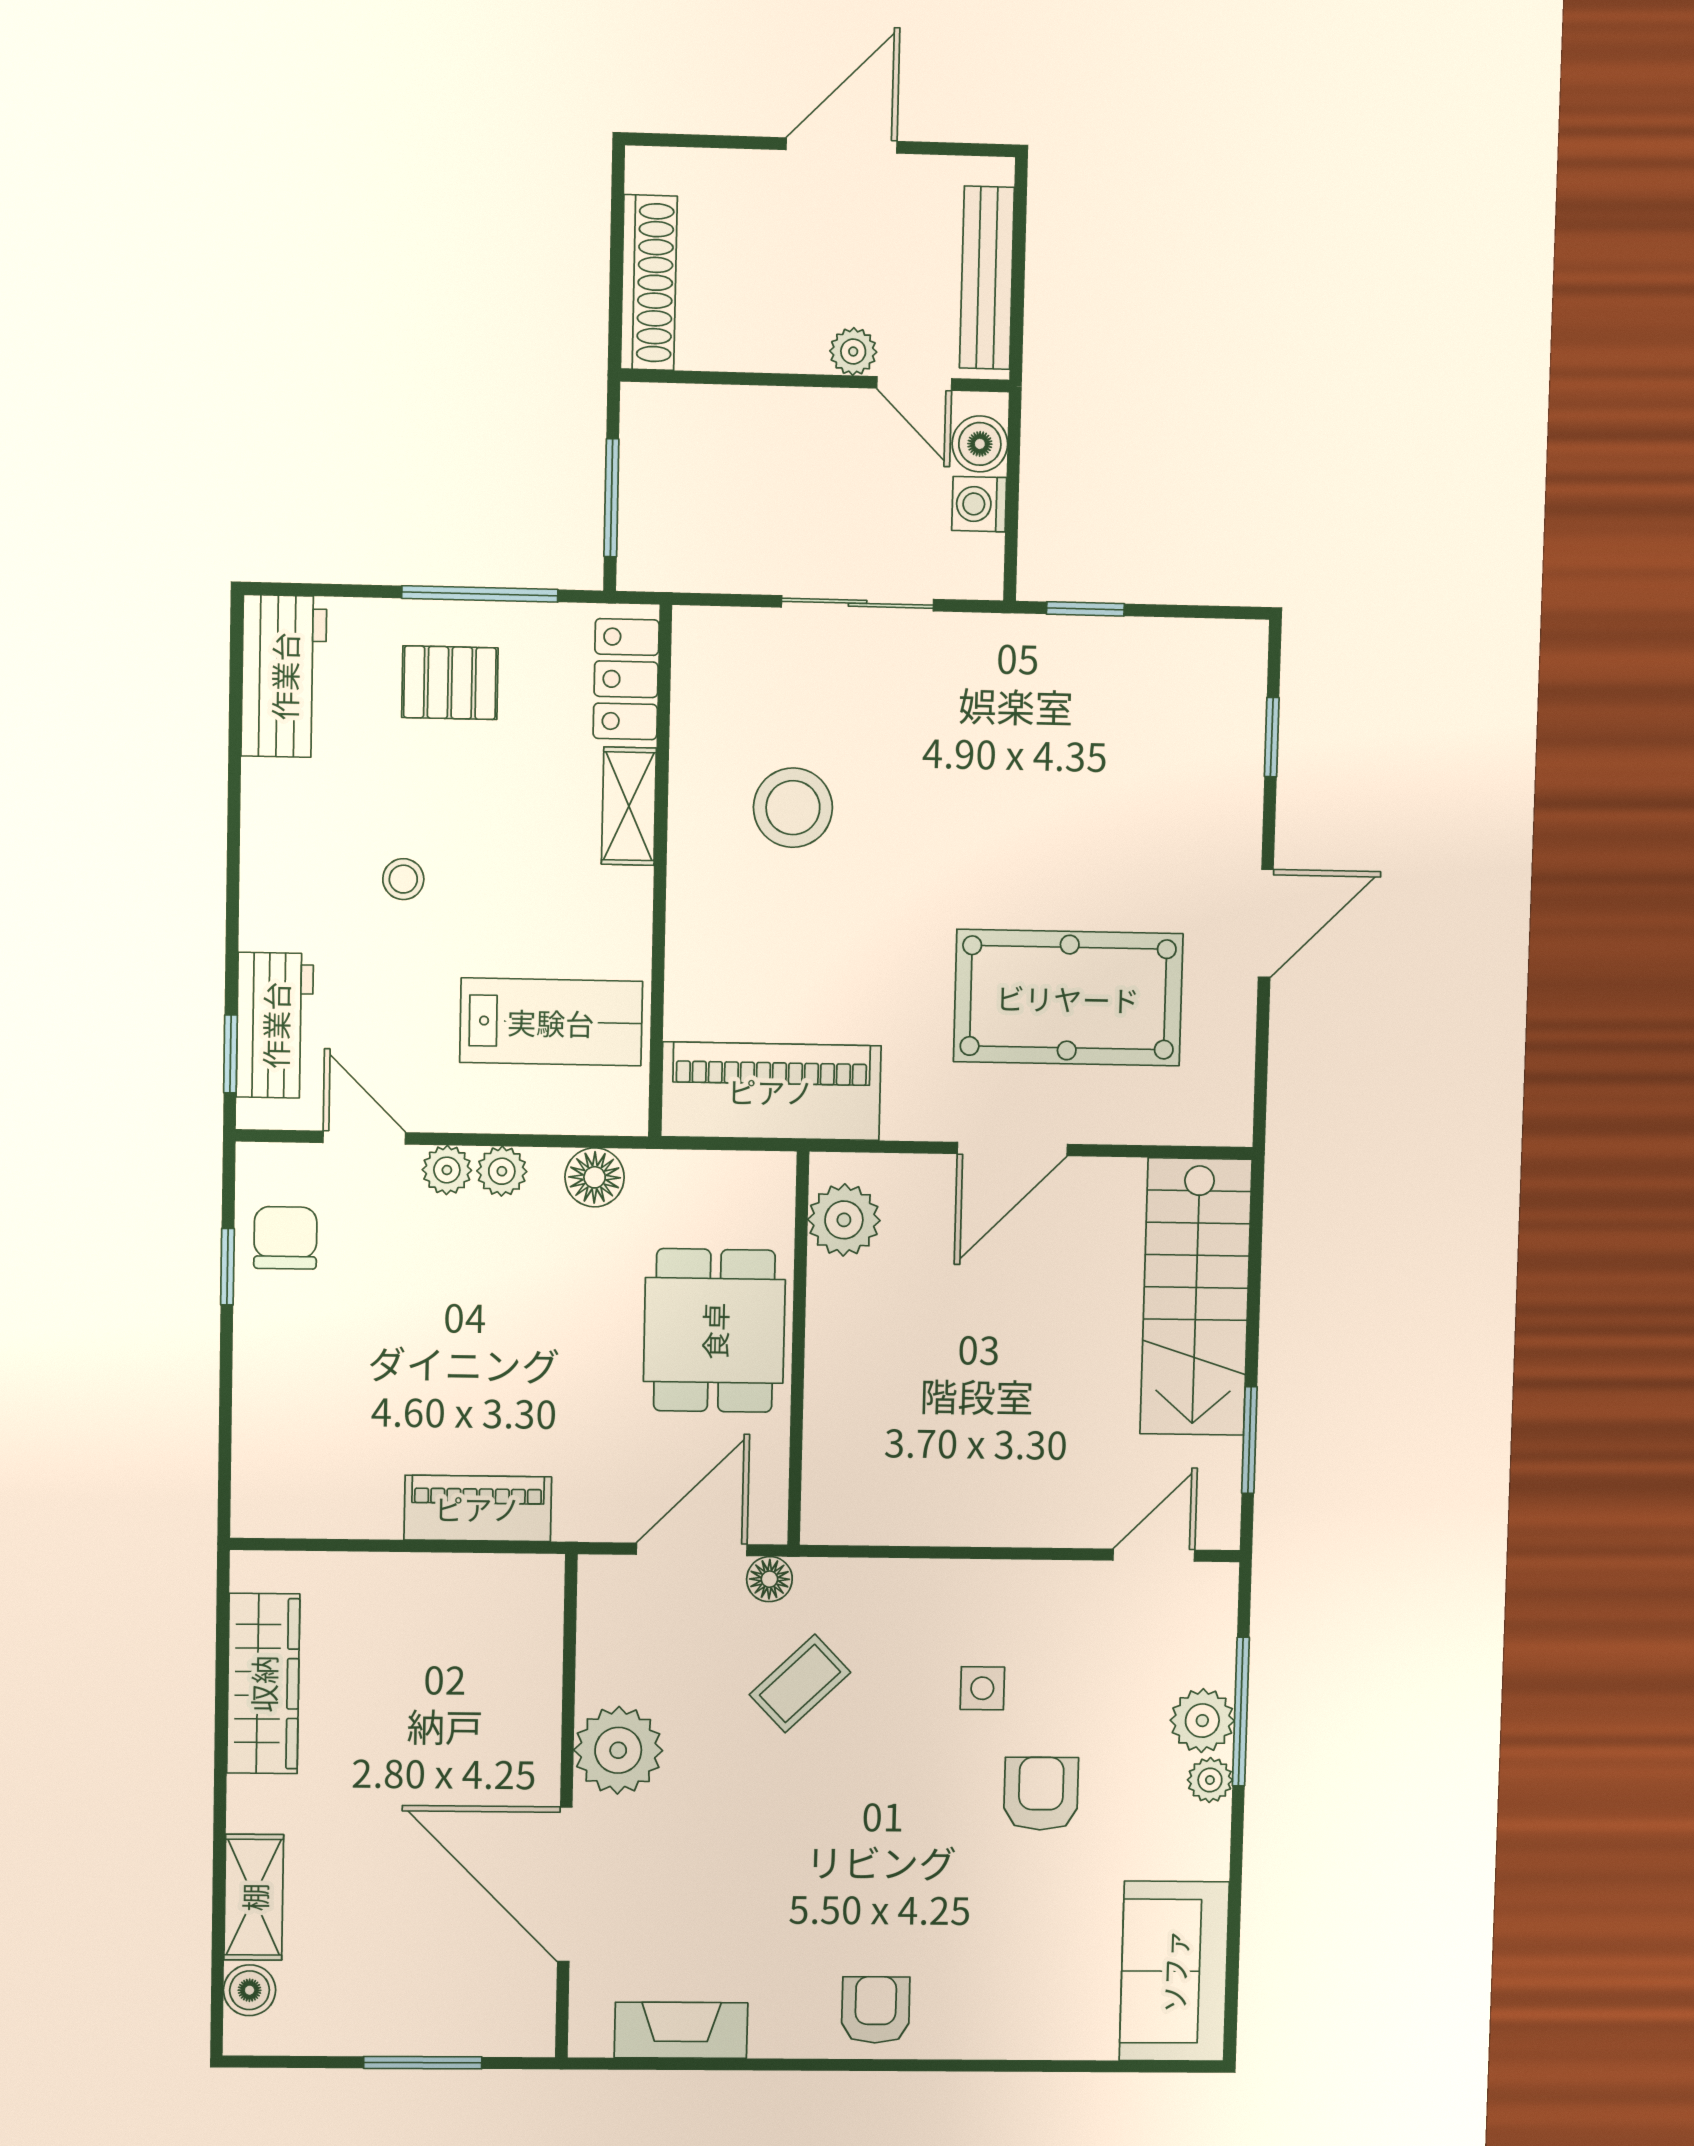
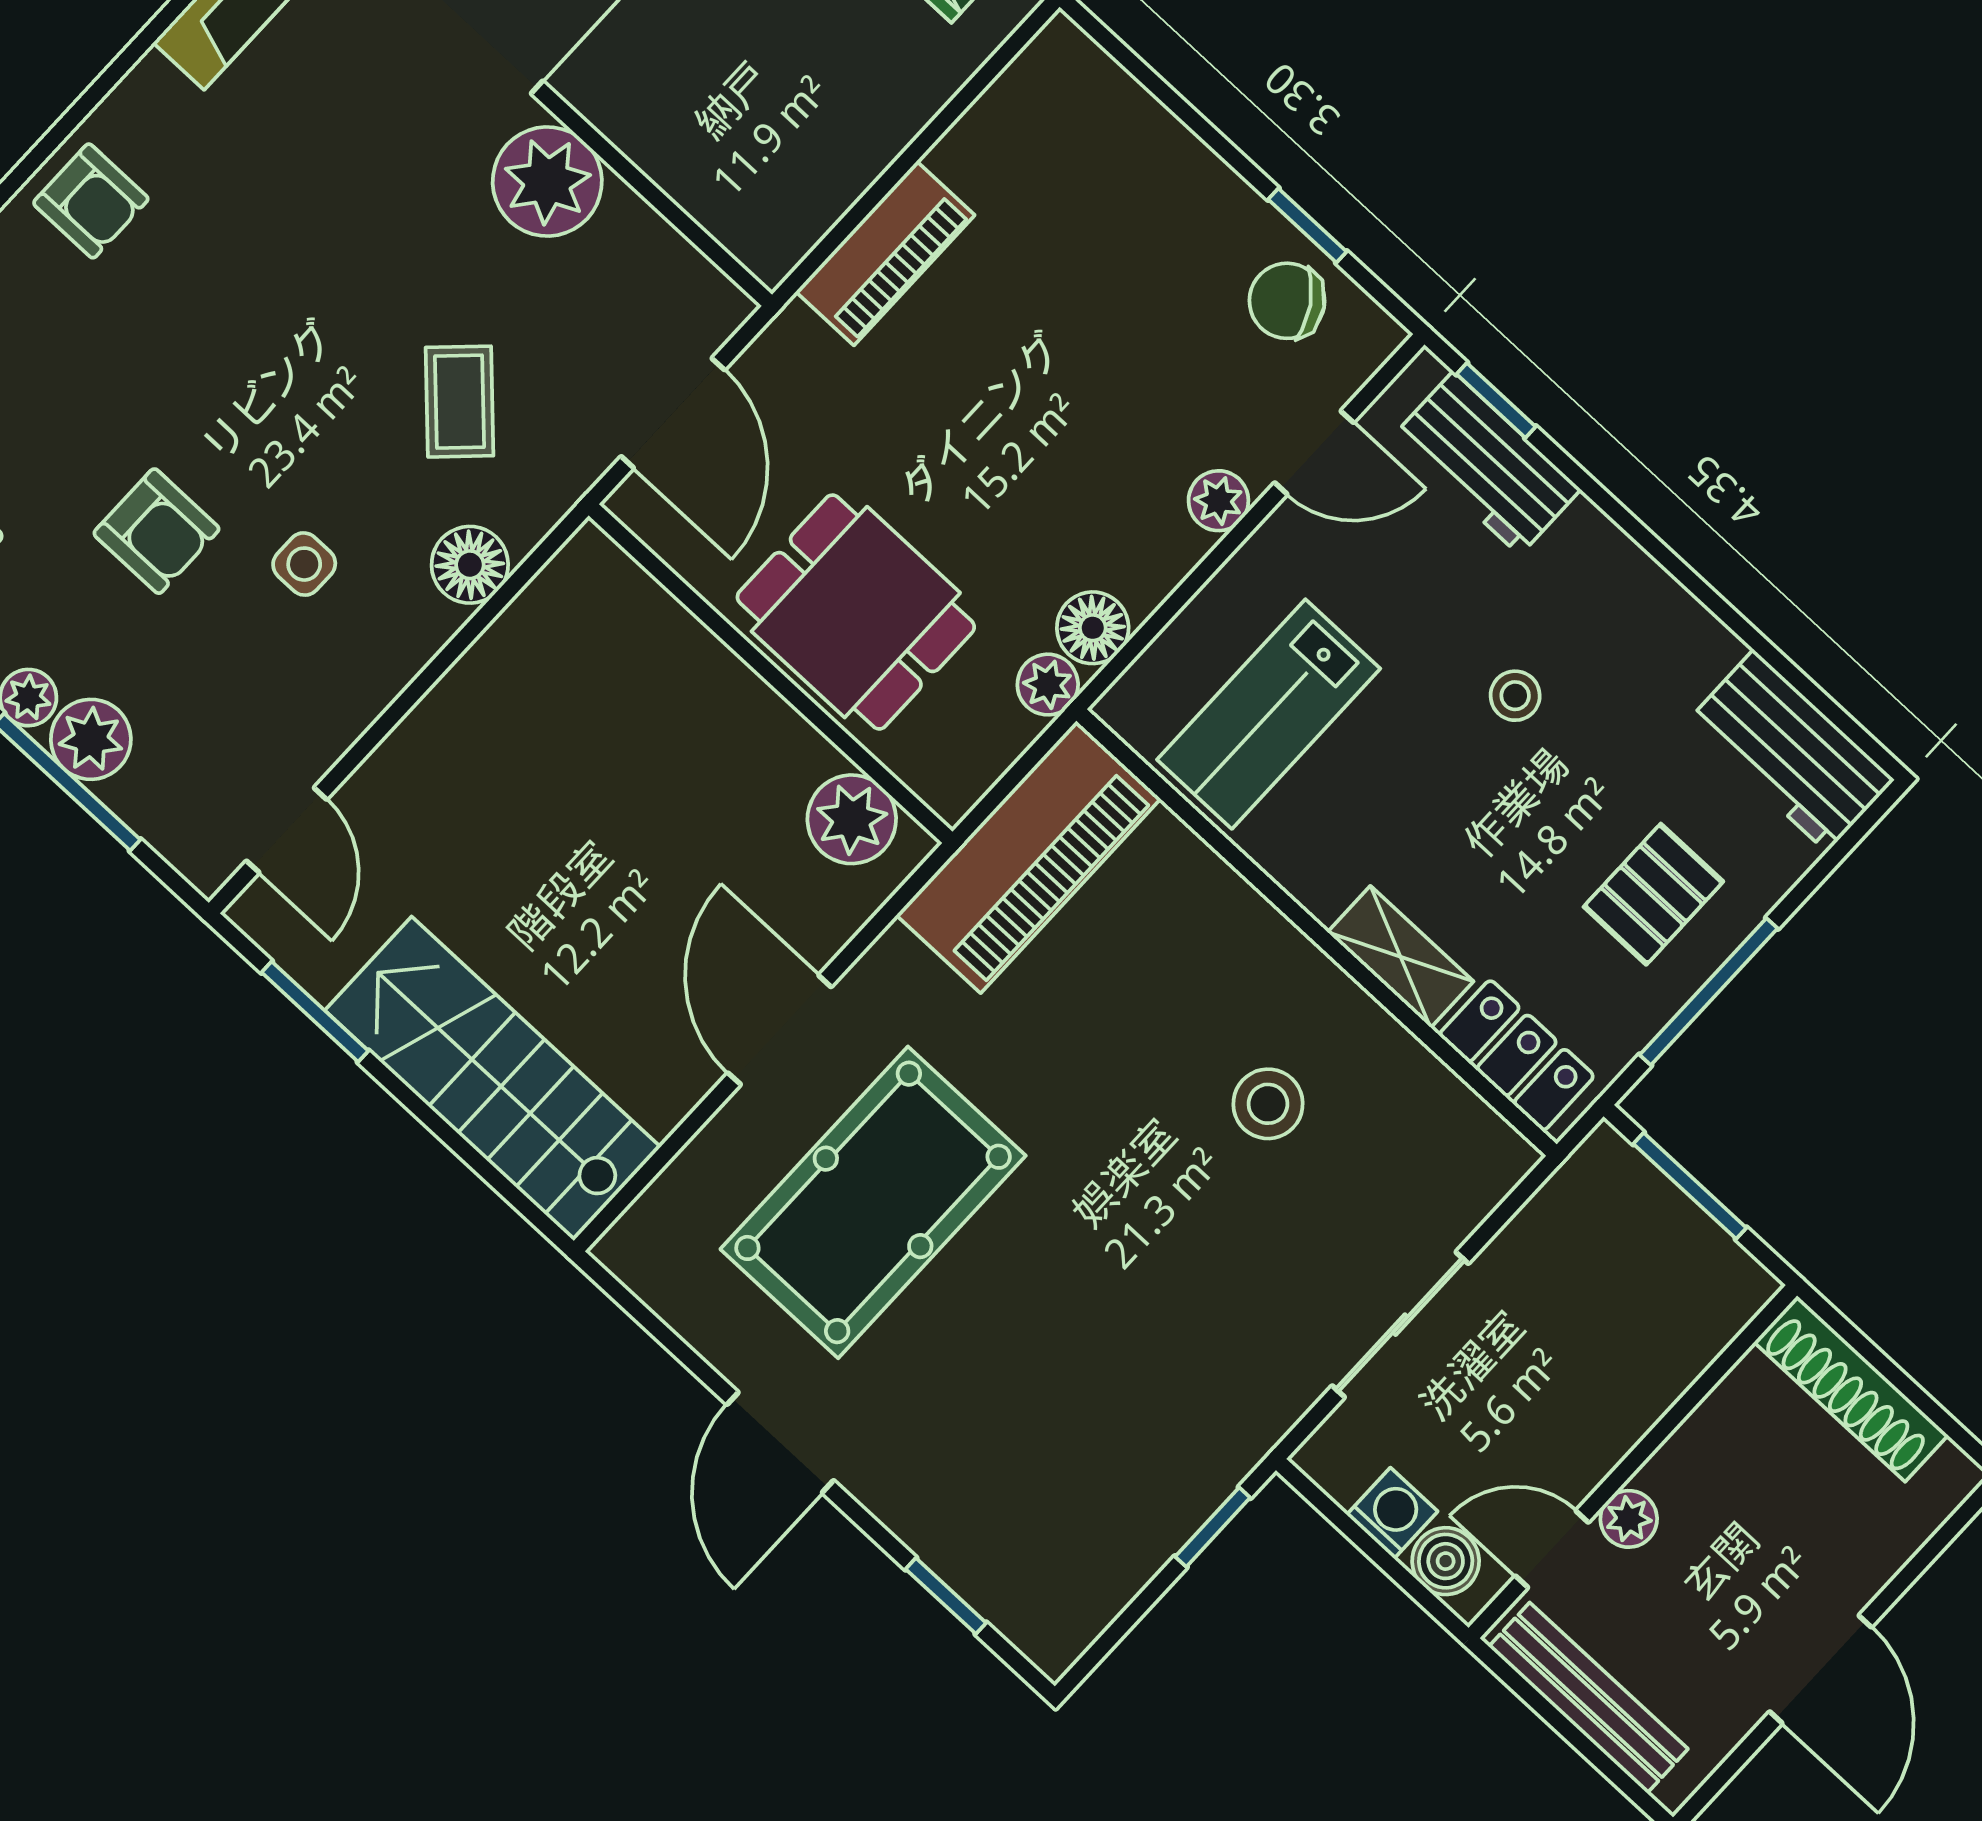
stool: (793, 808) -> (1268, 1104), width x0.73, depth x0.73
plant: (502, 1171) -> (1048, 685), moved
chair: (285, 1238) -> (1287, 301), turned 147
floor lamp: (769, 1579) -> (470, 565), moved, width x1.37, depth x1.37

